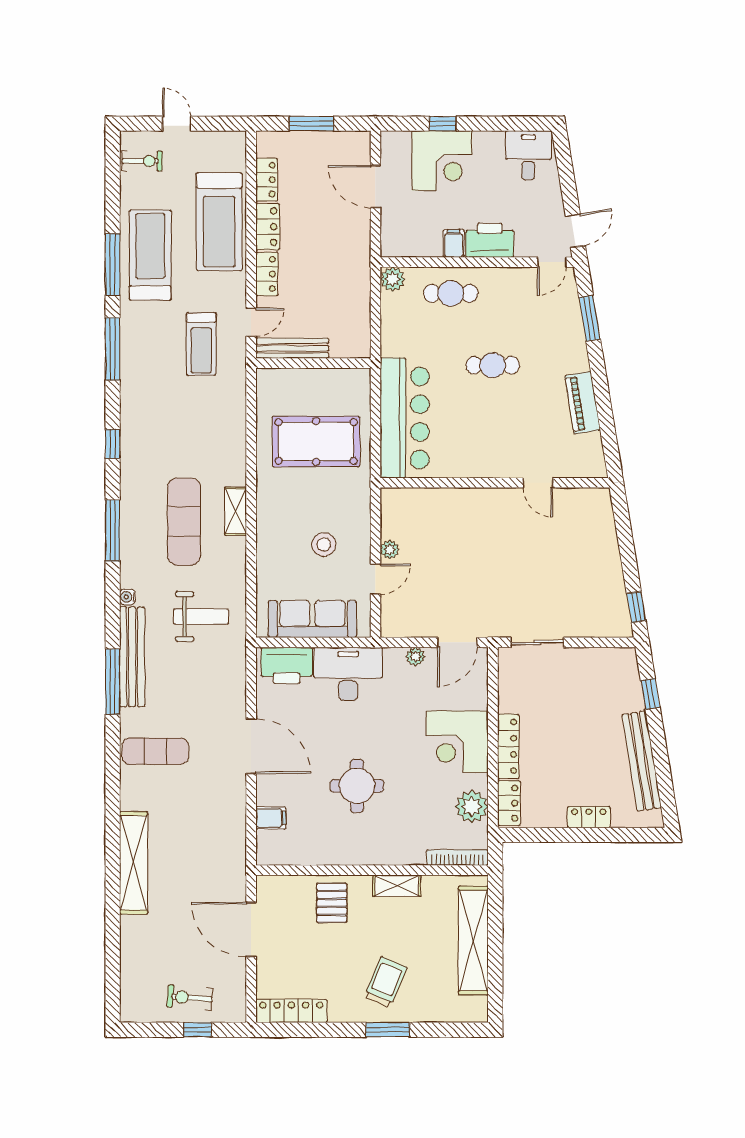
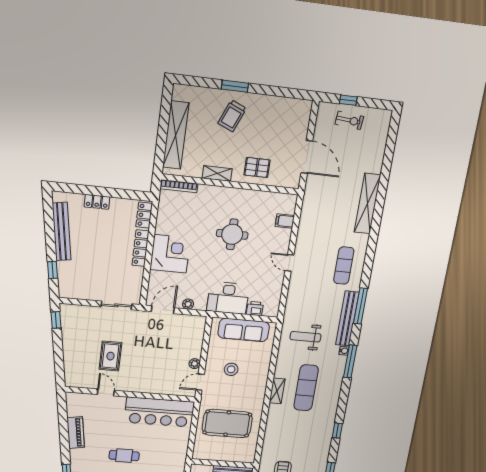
bar counter: (405, 418) -> (159, 412), moved, turned -90
window: (113, 531) -> (350, 361), moved
rug: (537, 551) -> (110, 356), added
door: (375, 579) -> (200, 382), moved
printer: (287, 665) -> (255, 309), width x0.53, depth x0.68
door: (251, 746) -> (289, 263), width x0.53
exercise mat: (155, 751) -> (344, 266), turned 90
plant: (472, 807) -> (166, 215), removed
pallet: (332, 903) -> (257, 167), turned 90
locker: (291, 1011) -> (291, 105), removed

